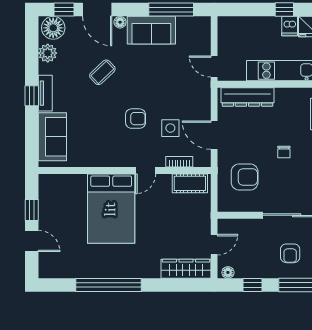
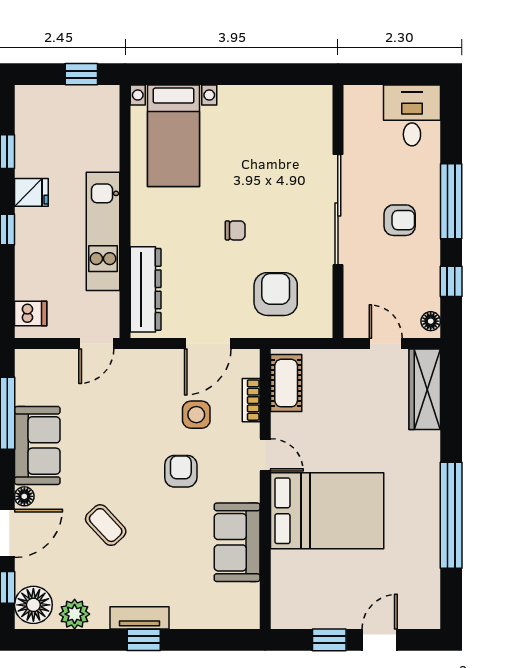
dishwasher: (290, 26) -> (31, 314), moved
sofa: (52, 137) -> (237, 542), moved, turned -90

